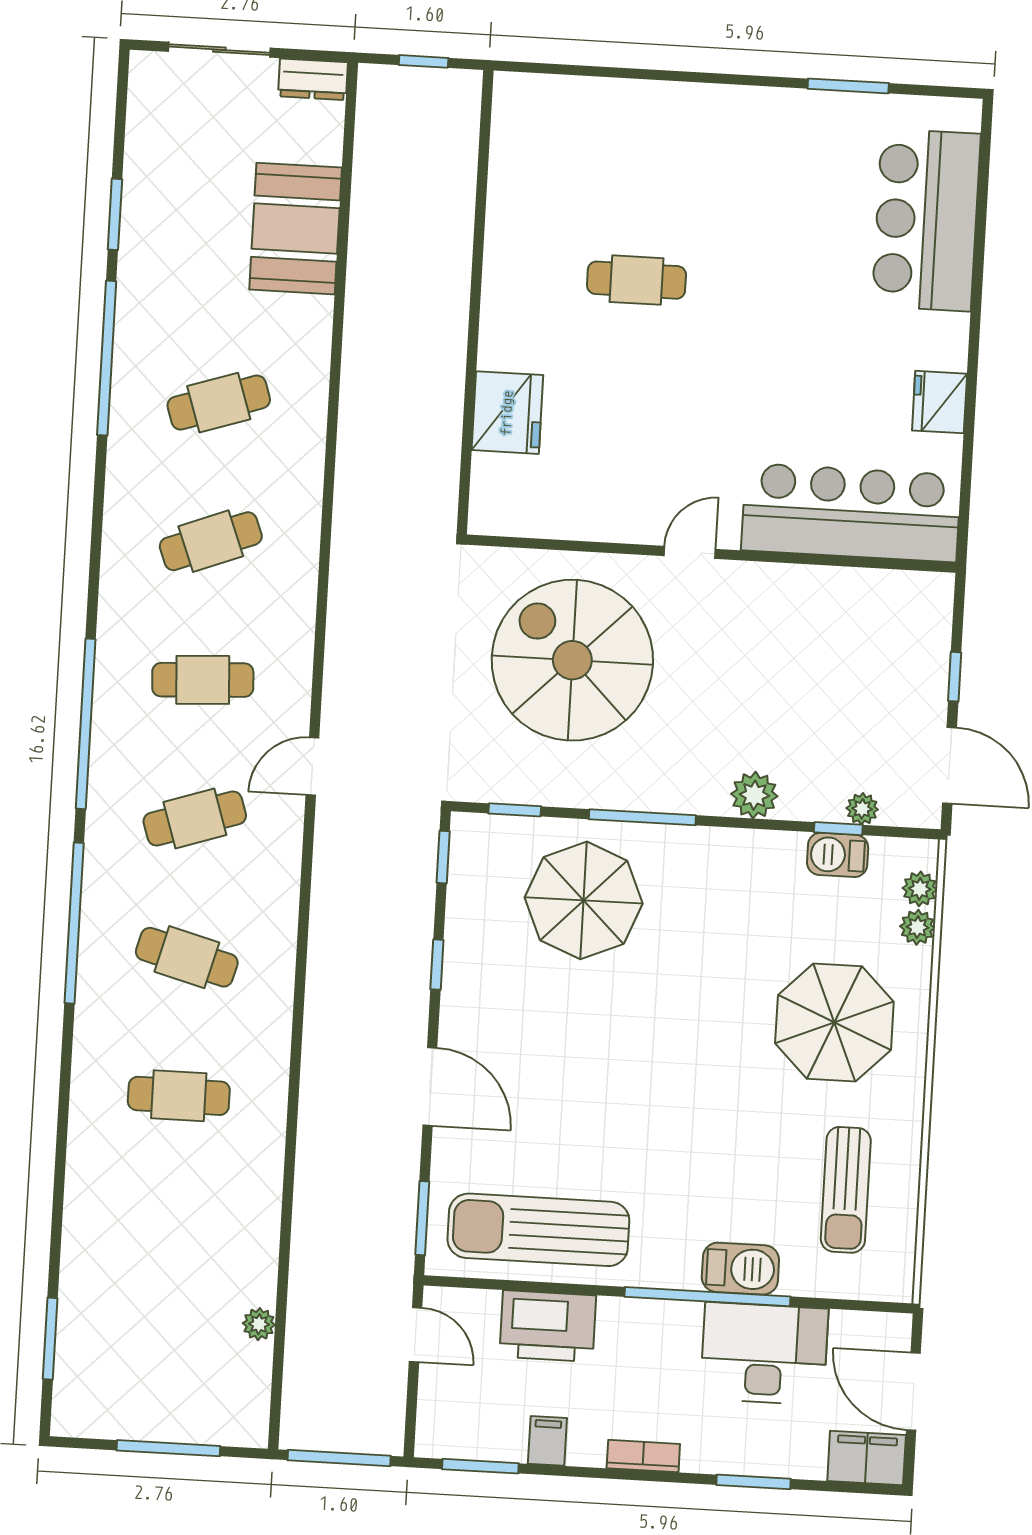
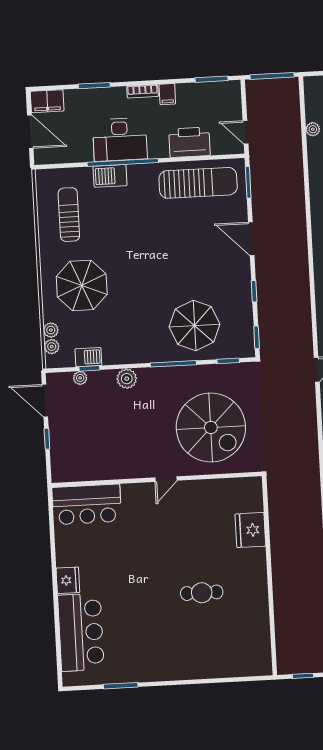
fridge: (940, 402) -> (68, 580), moved
bar counter: (851, 513) -> (87, 504), width x0.73
desk: (764, 1354) -> (120, 140), moved
filing cabinet: (547, 1441) -> (167, 94), moved

